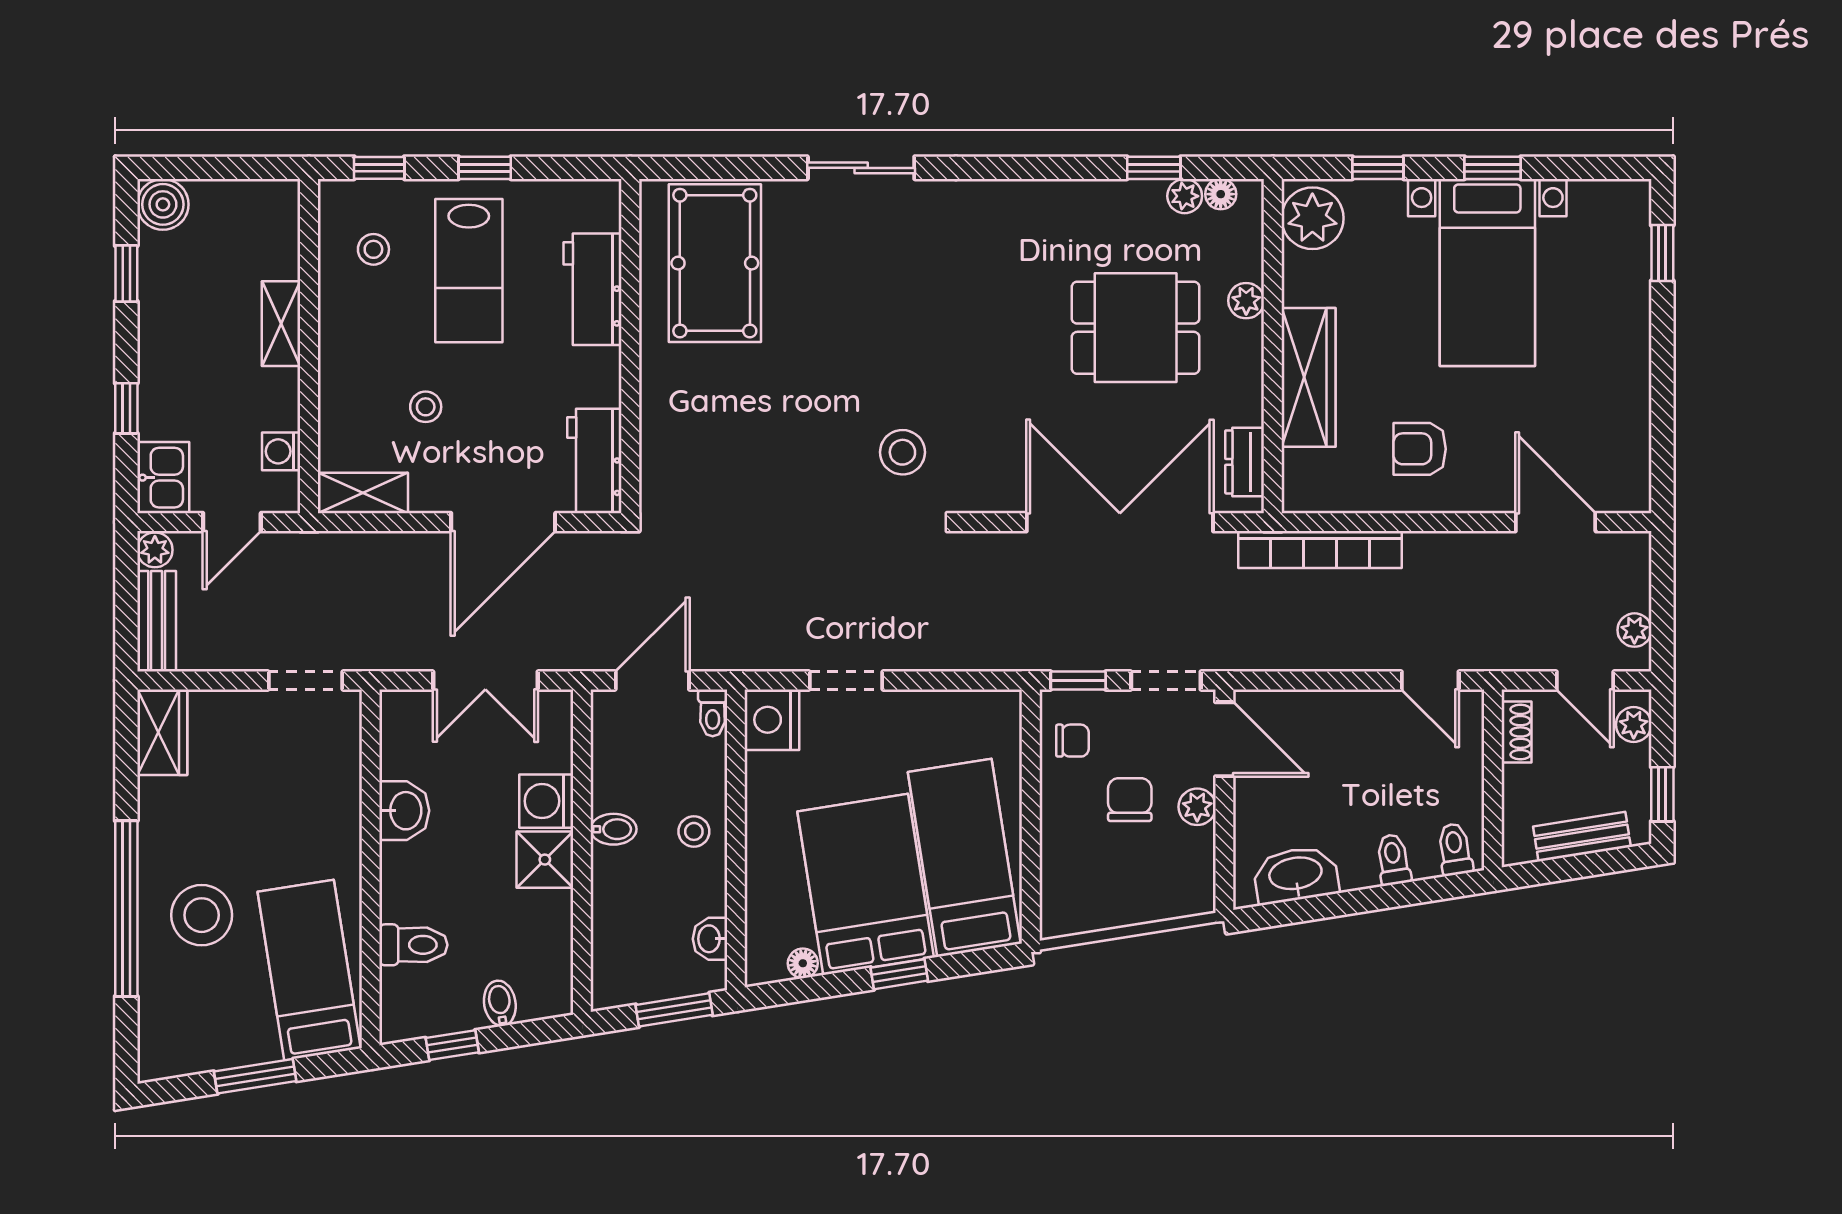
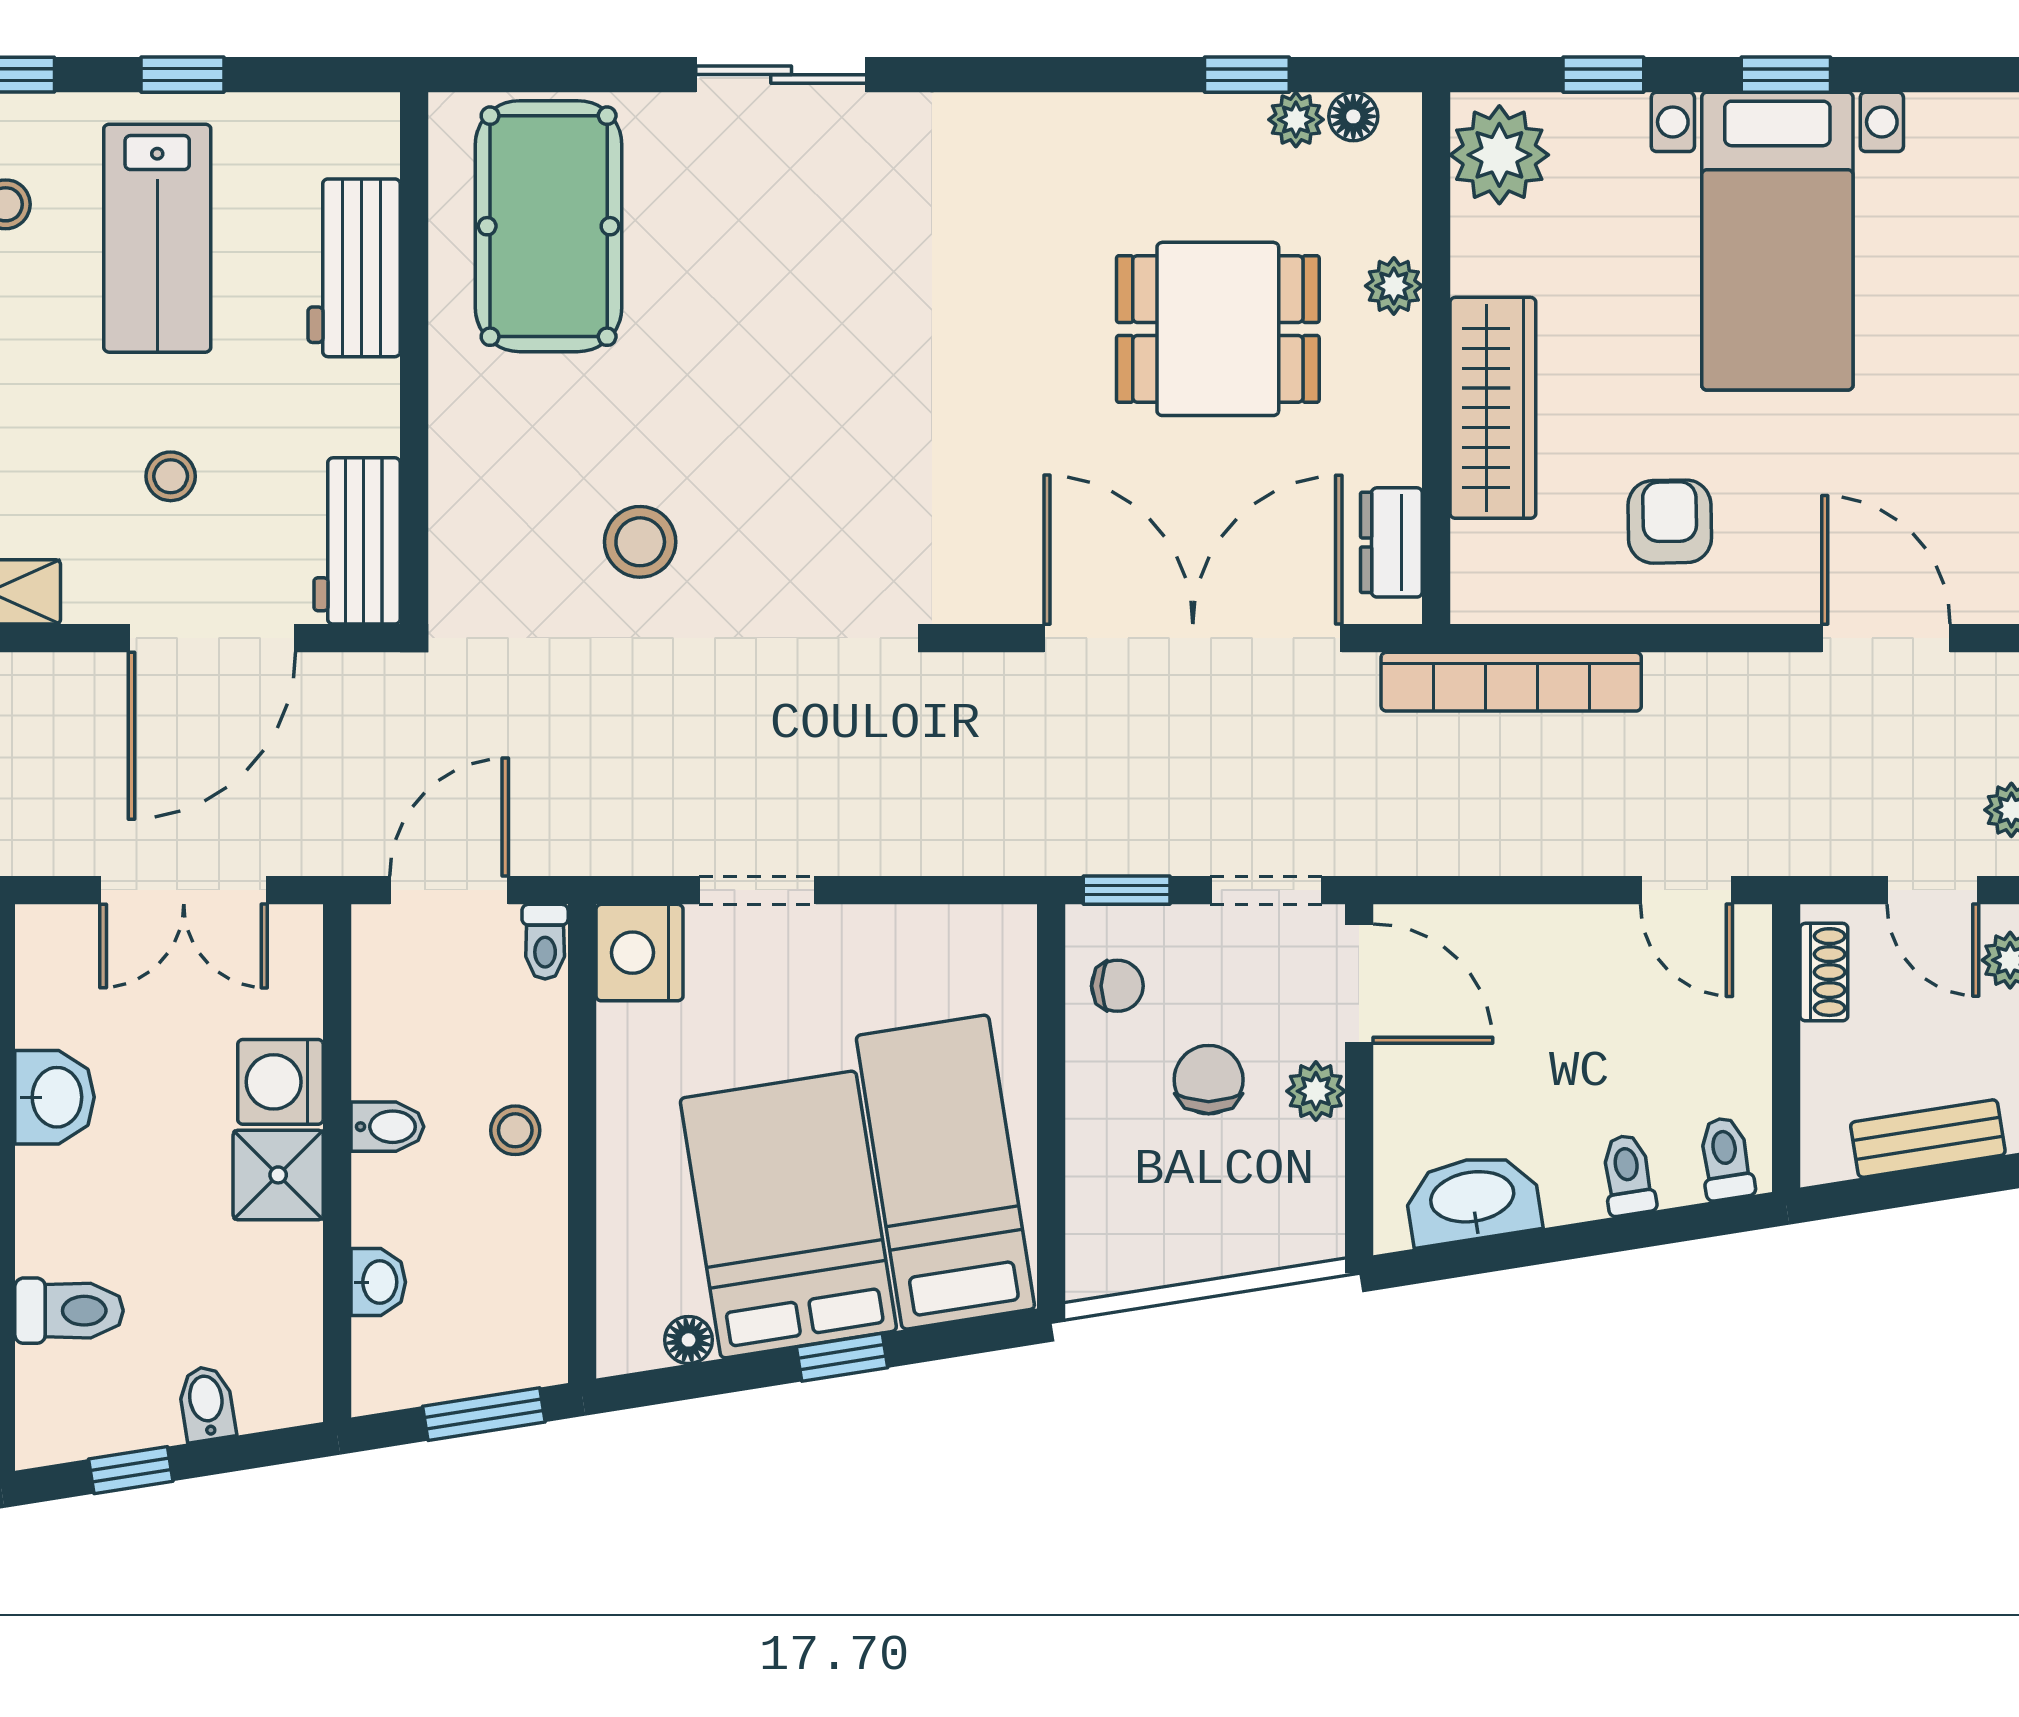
stool: (426, 407) -> (171, 476), moved
armchair: (1420, 449) -> (1670, 522), turned 89
stool: (902, 452) -> (640, 542), moved
washbasin: (710, 939) -> (378, 1282), moved, turned 180

